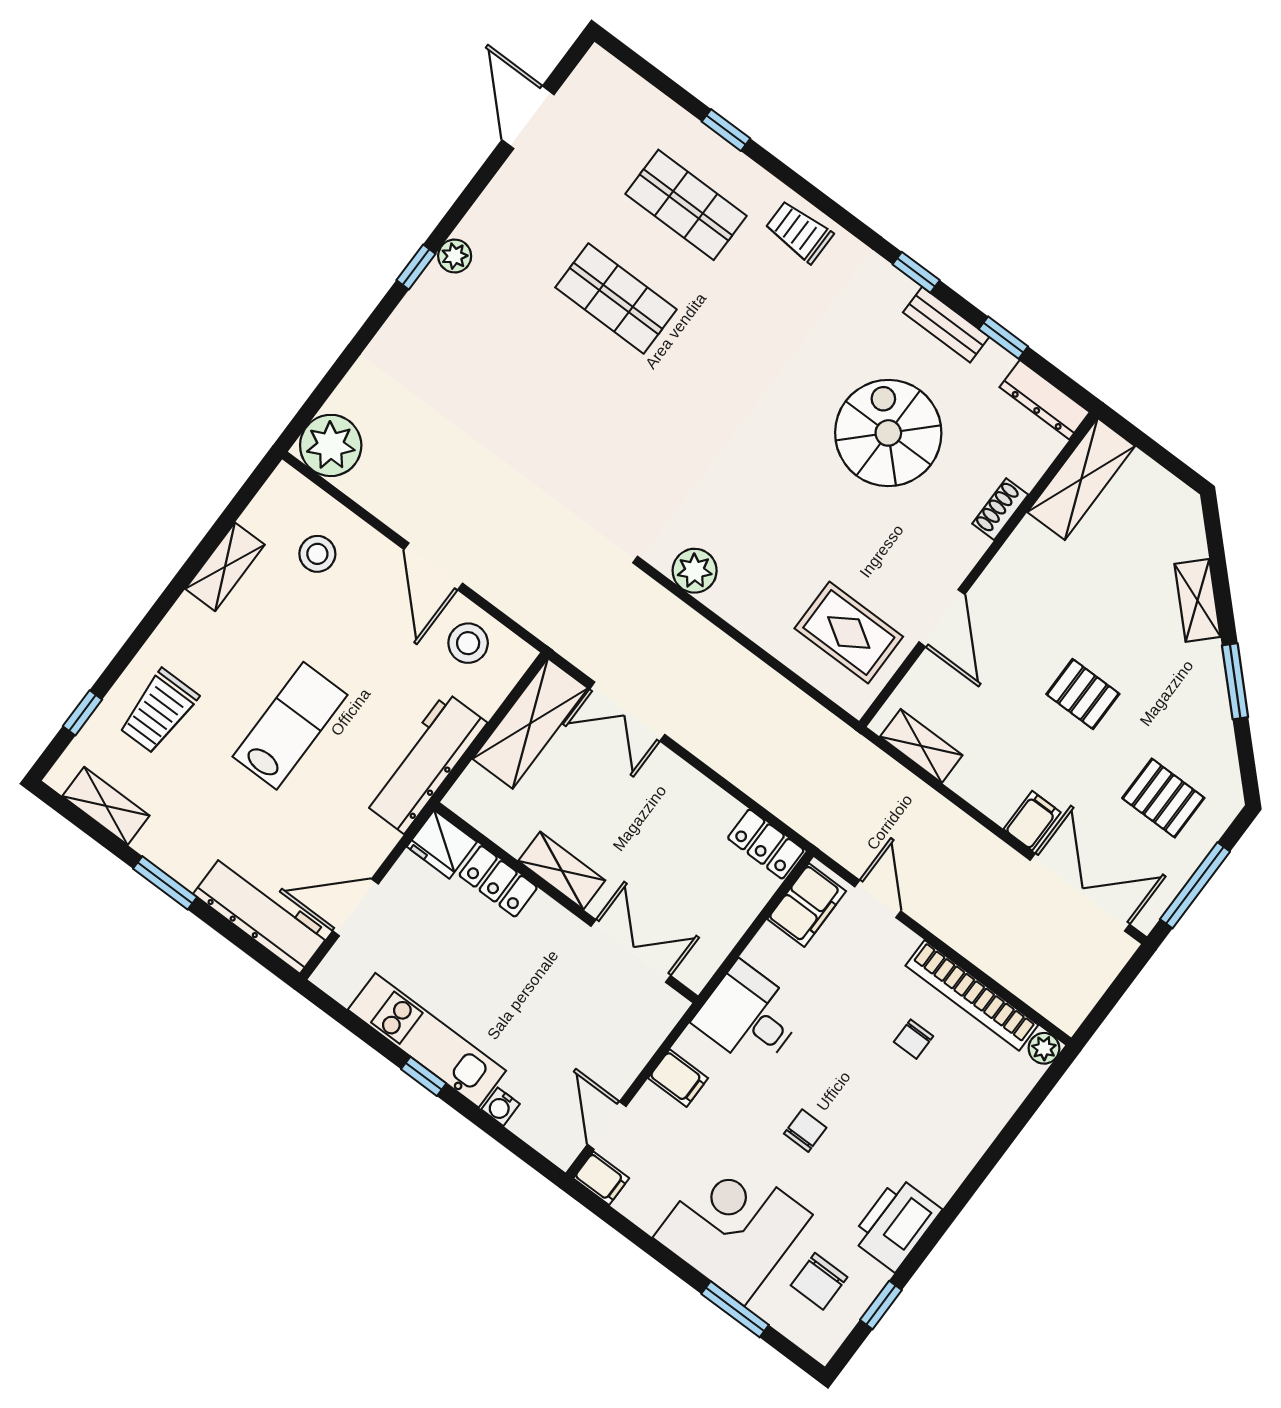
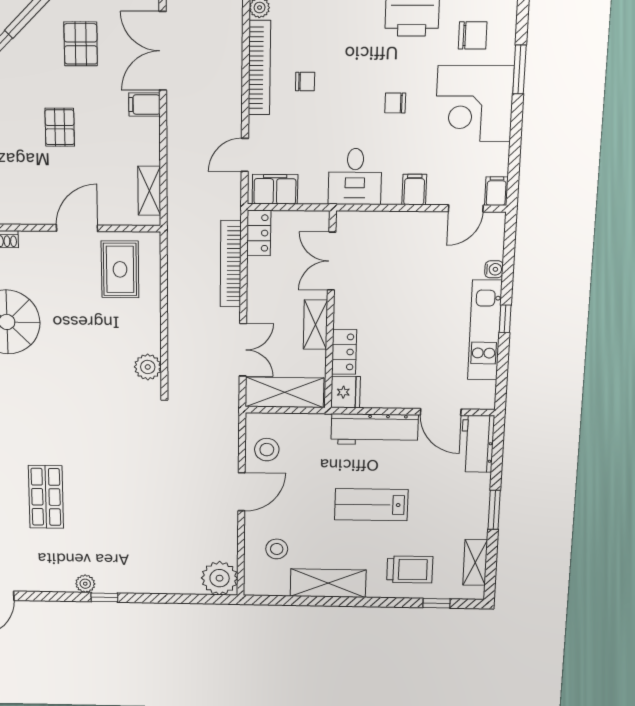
shelving: (225, 567) -> (328, 583), width x1.50, depth x1.33
workbench: (425, 763) -> (375, 429), moved
bookcase: (752, 779) -> (231, 264), added
fridge: (442, 844) -> (346, 392), moved
shelving: (562, 871) -> (316, 325), moved
locker: (498, 881) -> (344, 352), moved
wall: (566, 903) -> (330, 311), moved
workbench: (261, 914) -> (477, 444), width x0.73
double door: (631, 951) -> (332, 261), moved

